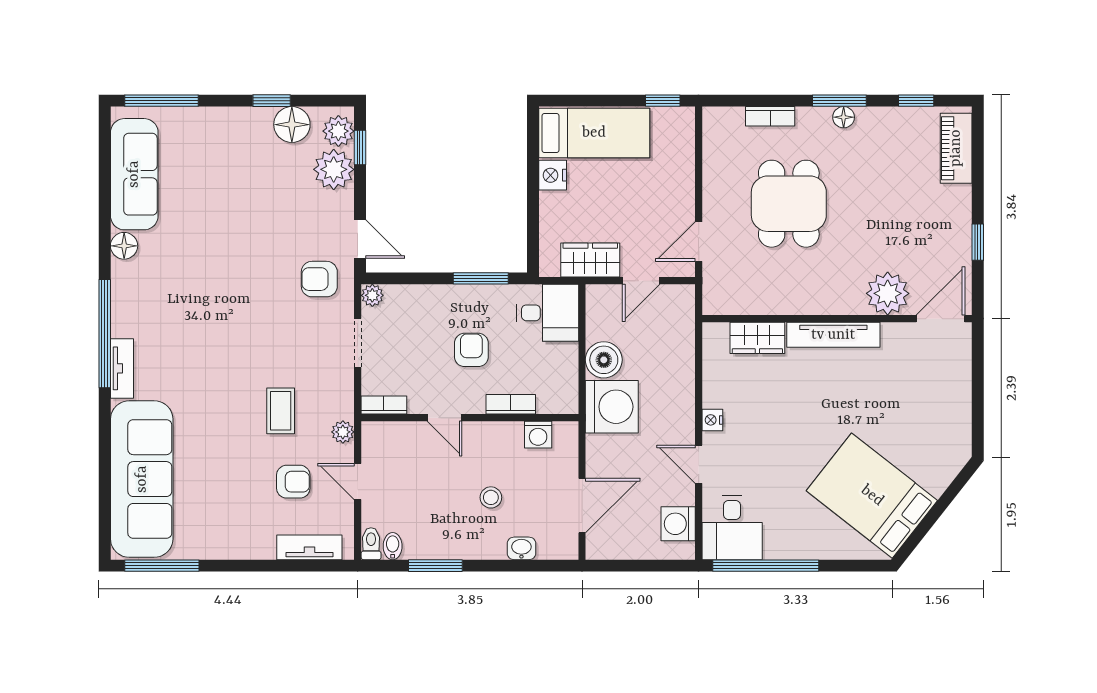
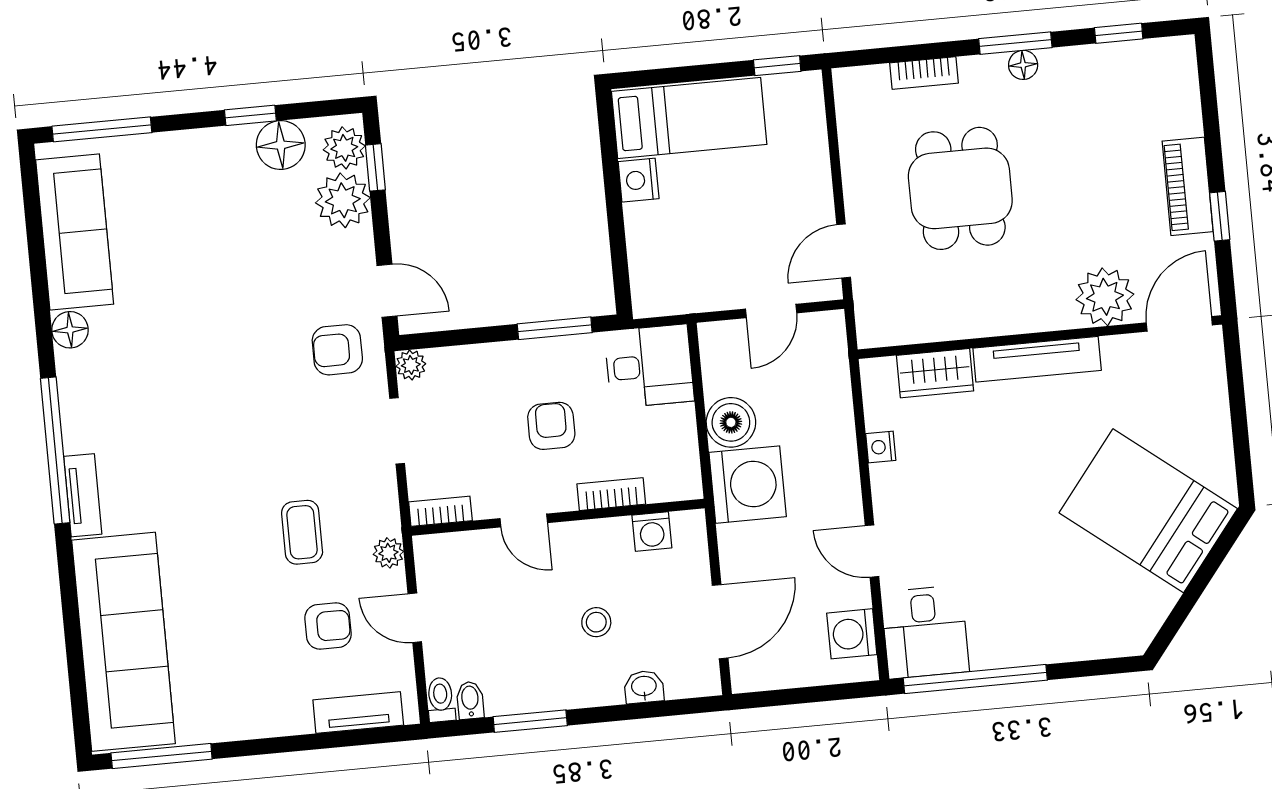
piano: (956, 148) -> (1188, 186), moved
wardrobe: (590, 260) -> (700, 290), removed
nightstand: (712, 420) -> (881, 447), moved
bed: (872, 496) -> (1148, 511), moved

